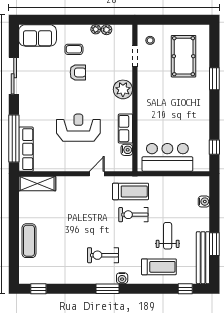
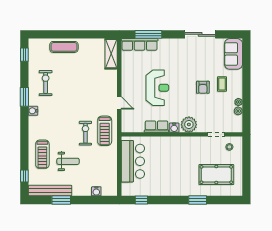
window: (14, 138) -> (148, 34), width x0.68
water cooler: (127, 150) -> (174, 128), moved
exercise bike: (103, 255) -> (46, 83), moved
water cooler: (122, 278) -> (33, 111), moved
window: (107, 289) -> (24, 97), moved

